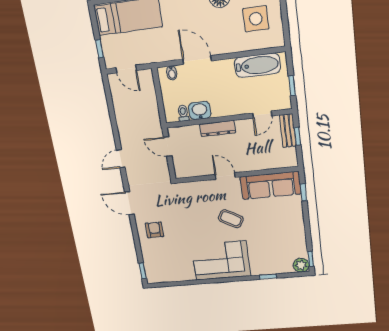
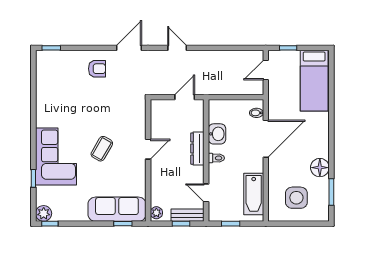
door: (197, 60) -> (266, 139), width x1.36
toilet: (183, 113) -> (216, 158), moved
plant: (289, 162) -> (156, 213), added
sofa: (271, 185) -> (117, 209), moved, turned 90
corner sofa: (221, 261) -> (56, 156), moved

